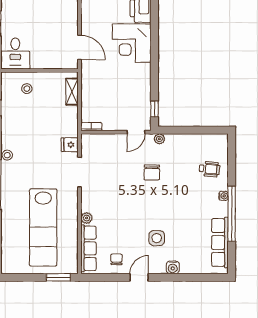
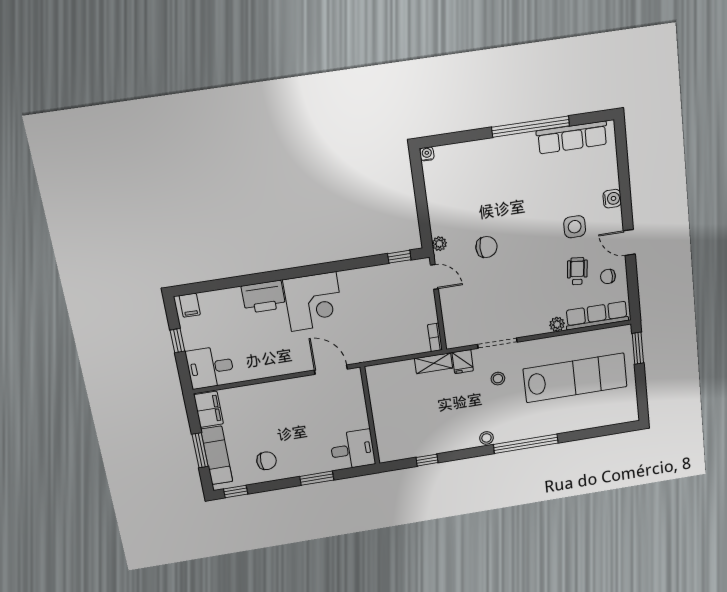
door: (79, 47) -> (331, 370), hinge flipped
stool: (27, 89) -> (498, 379), moved
shelving: (72, 92) -> (434, 363), moved
wheelchair: (210, 169) -> (577, 271), moved
water cooler: (223, 196) -> (427, 154), moved

